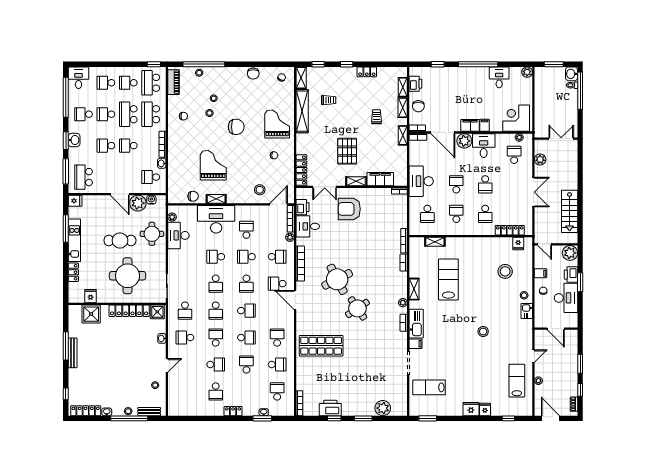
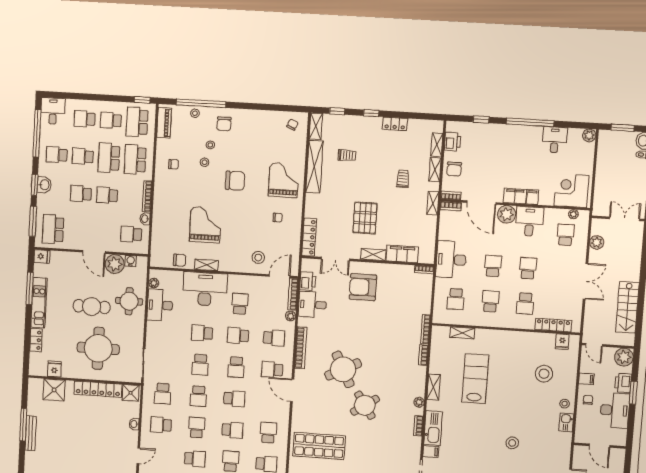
chair: (253, 74) -> (224, 124), moved
school desk: (485, 184) -> (528, 268), turned 180

